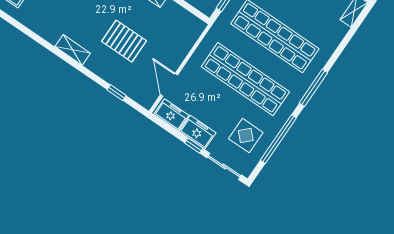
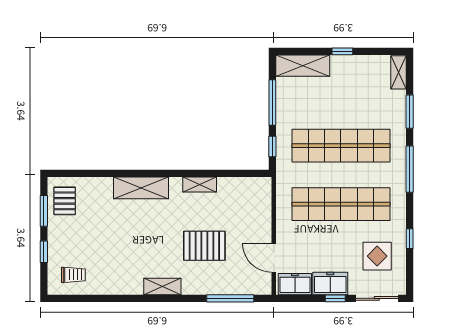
window: (342, 46) -> (410, 112), added
window: (117, 93) -> (230, 298), width x2.17
window: (278, 139) -> (410, 239), width x0.32

